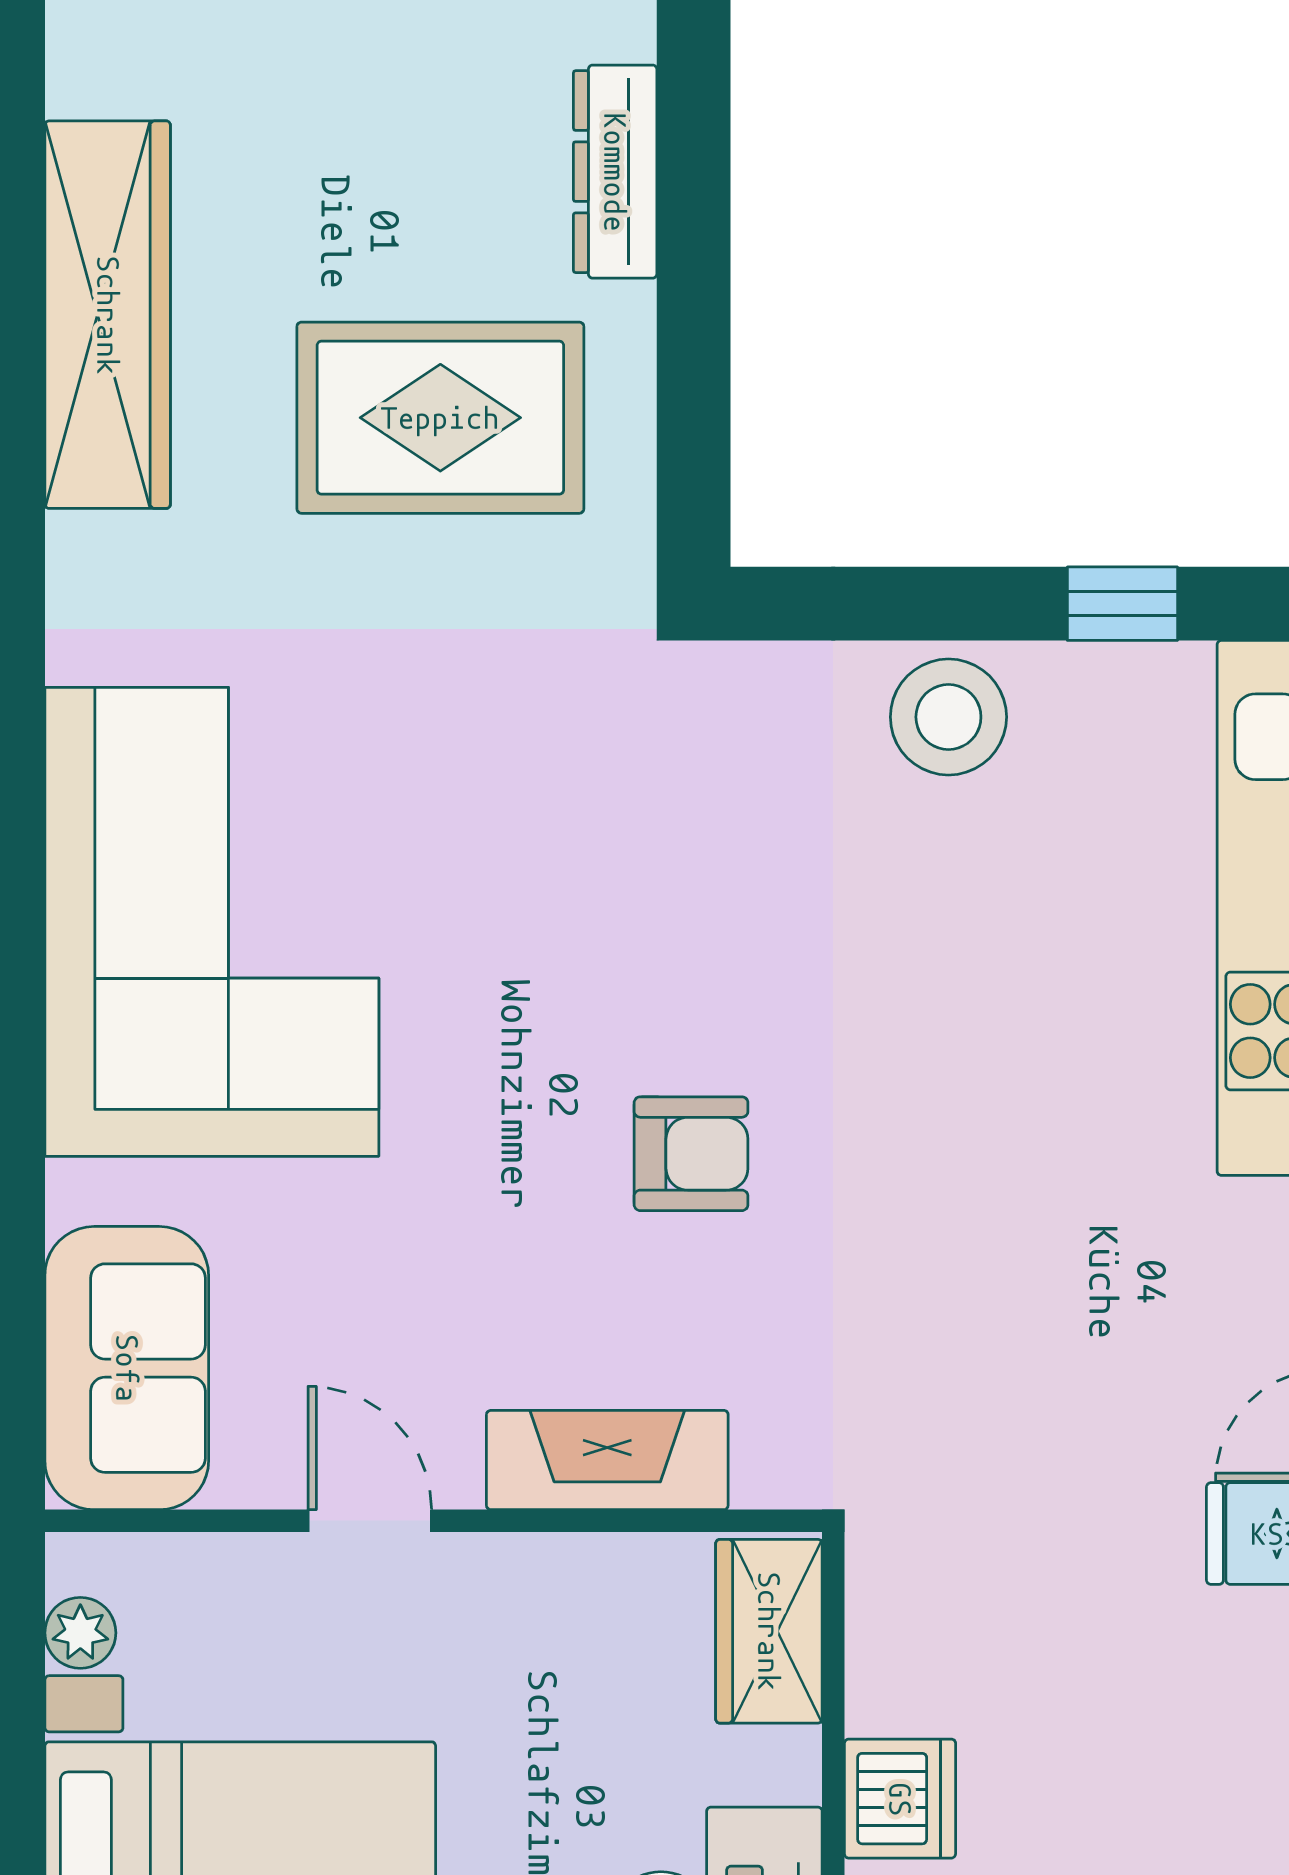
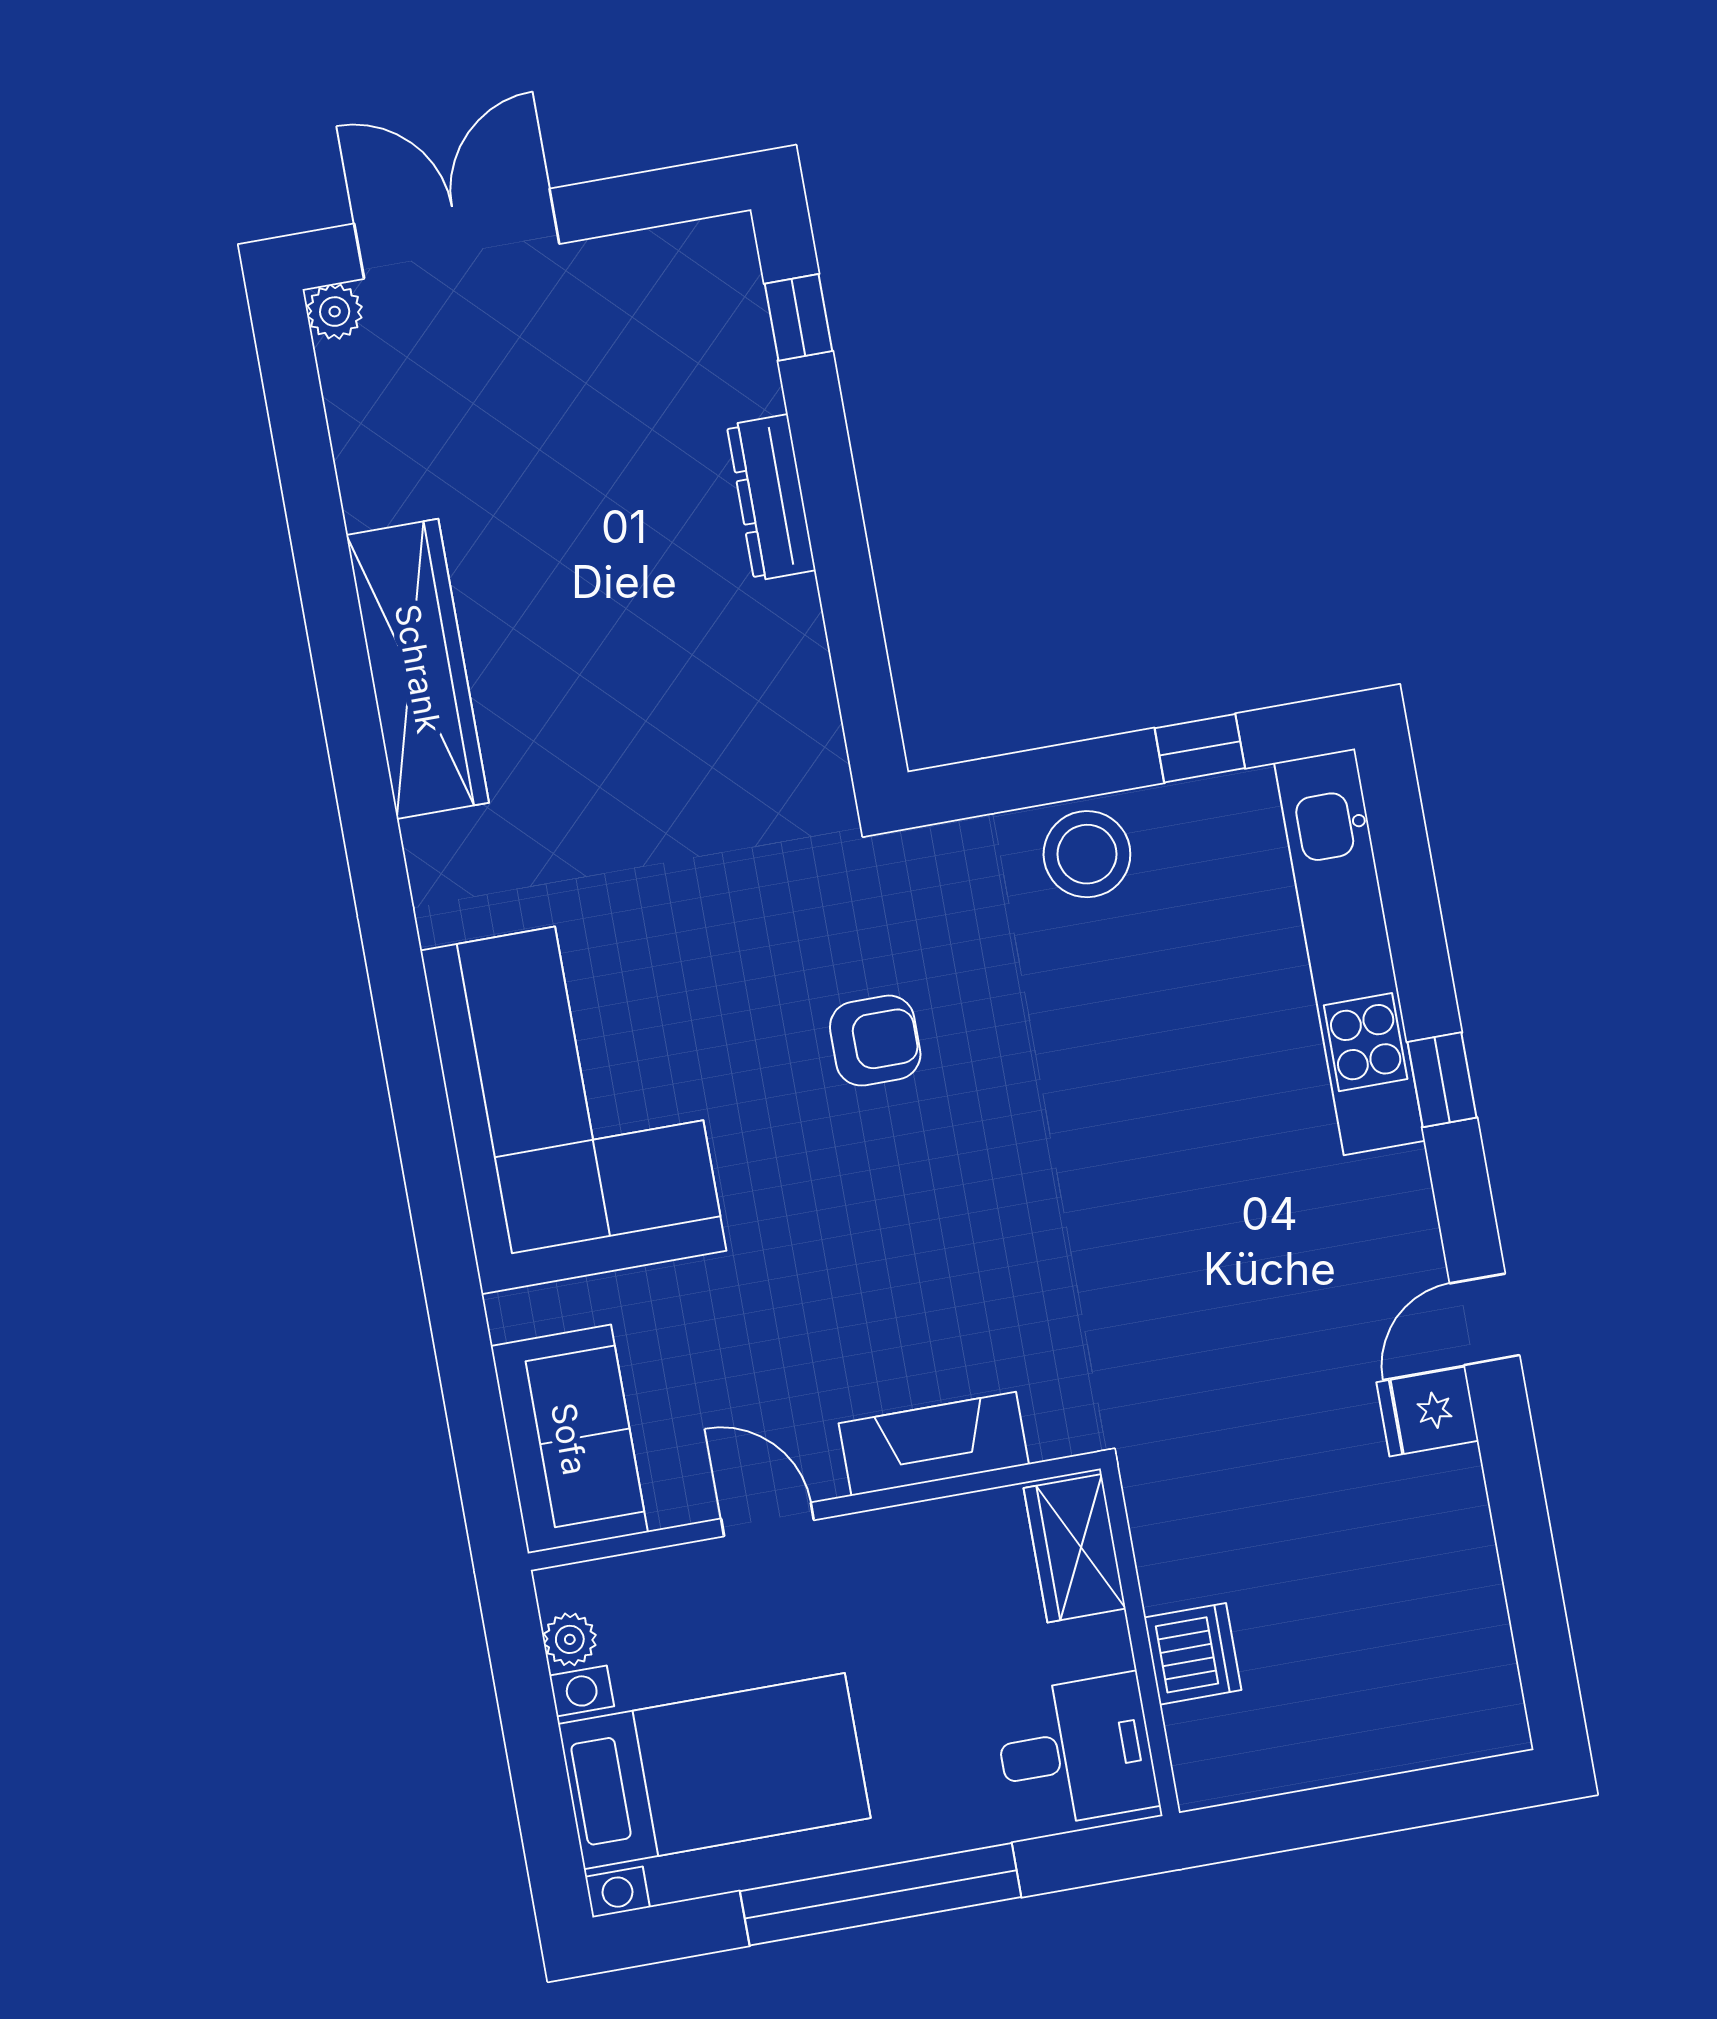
rug: (440, 418) -> (675, 701), removed
armchair: (691, 1154) -> (875, 1041), moved

